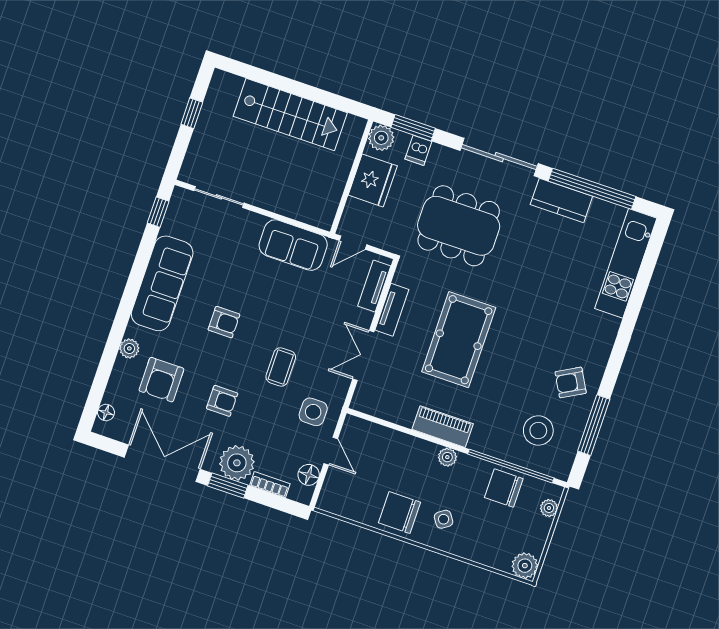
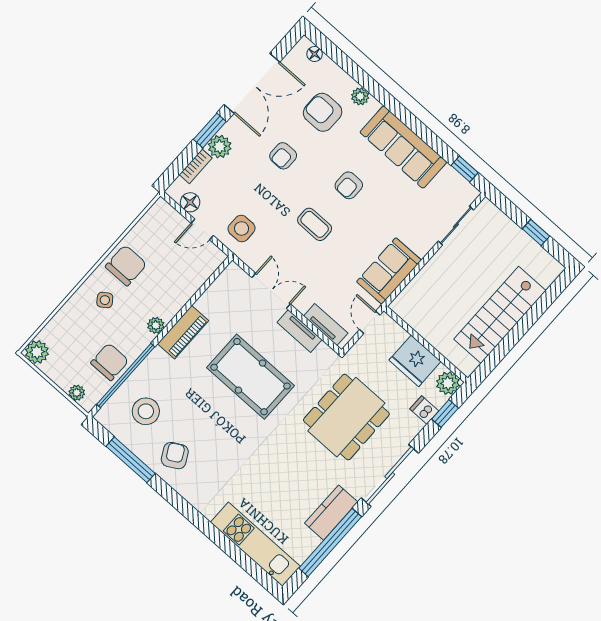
window: (413, 128) -> (445, 414), width x0.67
coffee table: (281, 367) -> (315, 224), moved
plant: (237, 463) -> (220, 147), width x0.73, depth x0.73

